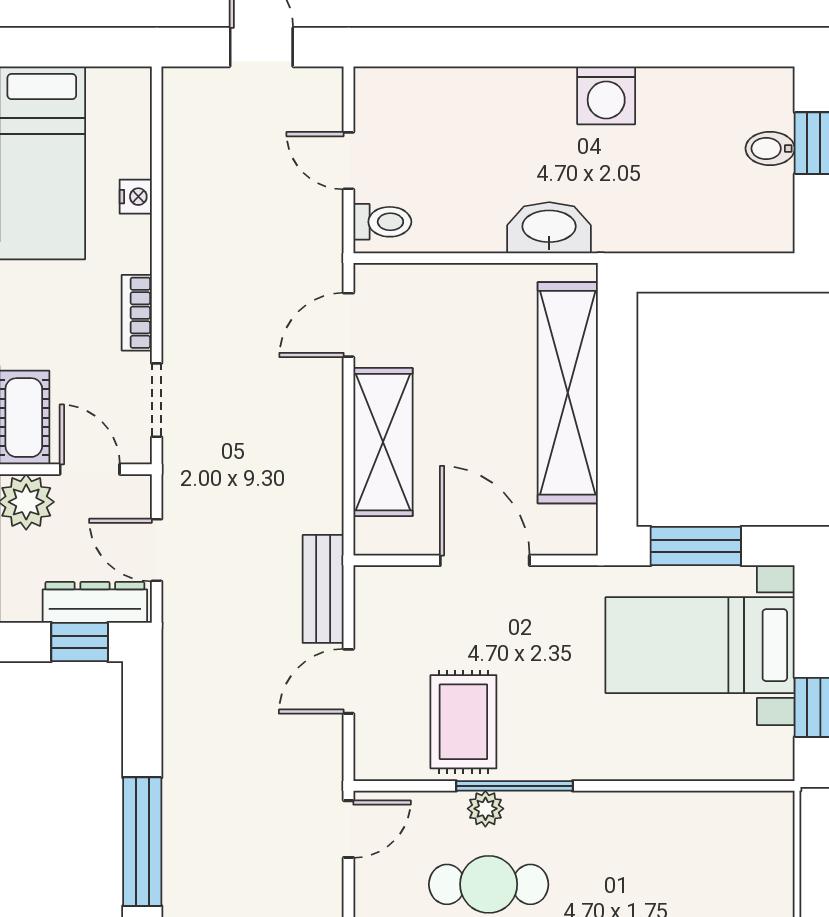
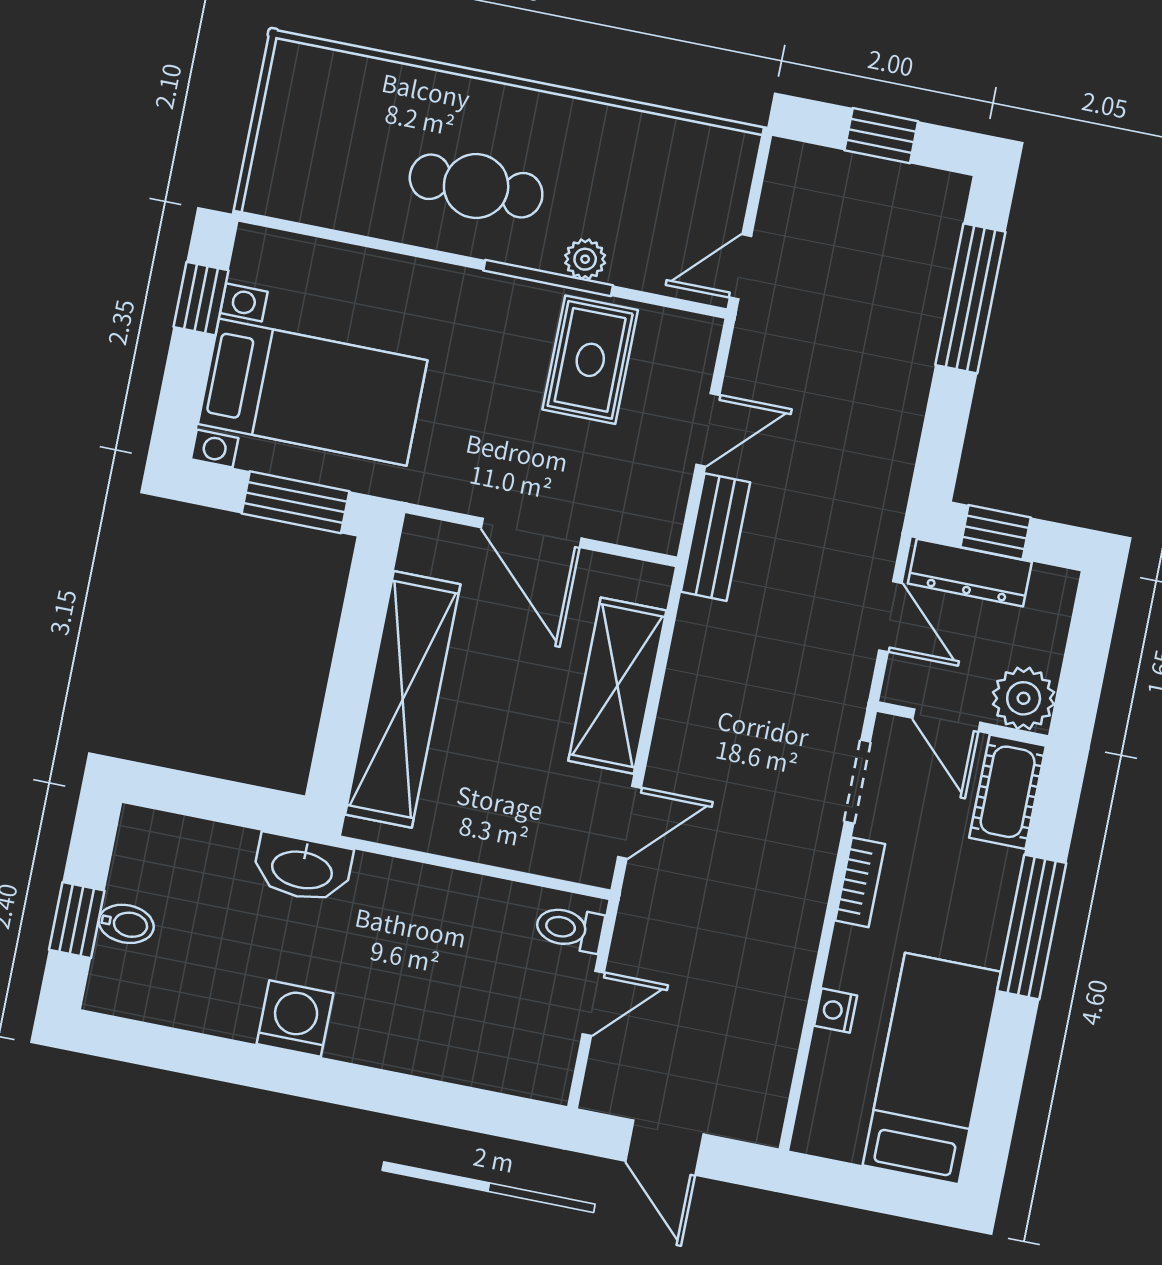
door: (349, 161) -> (593, 1003), hinge flipped
washbasin: (549, 228) -> (302, 868), moved
cafe table: (489, 884) -> (476, 186), moved

